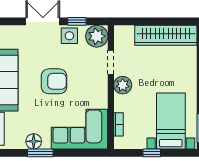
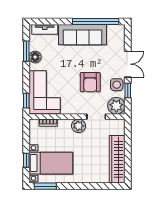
armchair: (54, 81) -> (90, 82), moved
window: (40, 153) -> (26, 51), moved
window: (90, 153) -> (26, 101), added
window: (152, 153) -> (26, 160), moved

